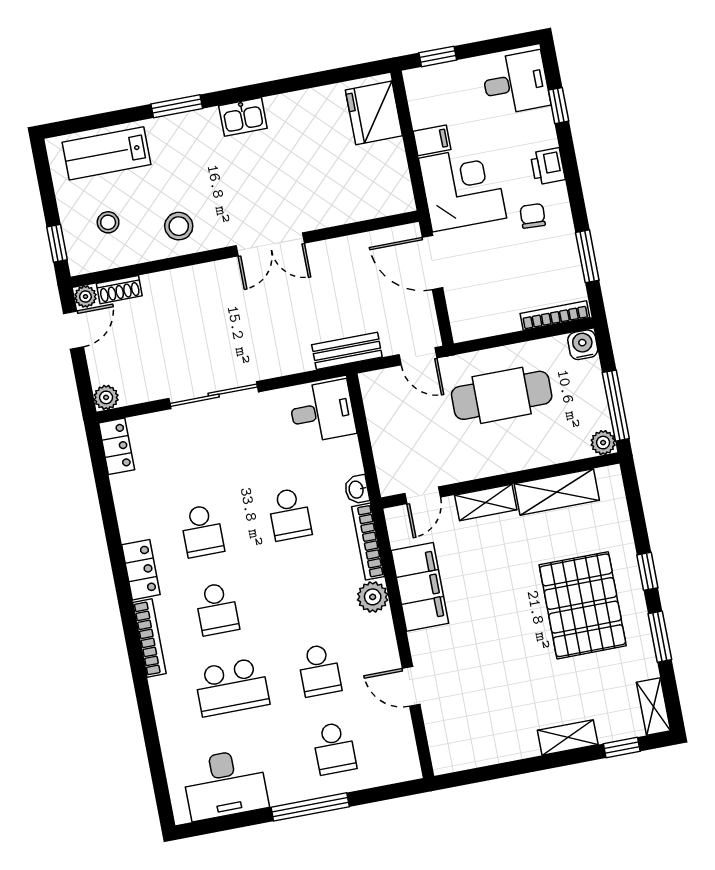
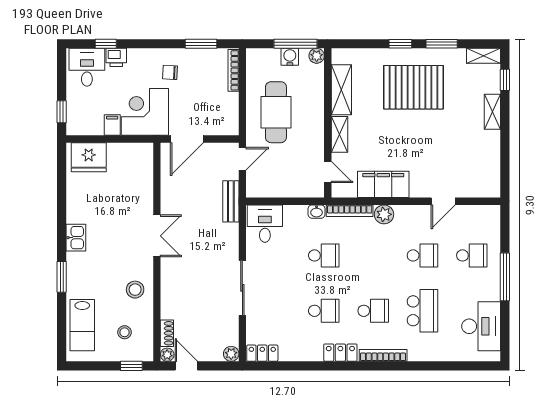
printer: (548, 166) -> (116, 57), moved
water cooler: (583, 345) -> (290, 57), moved, turned 90

